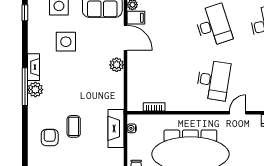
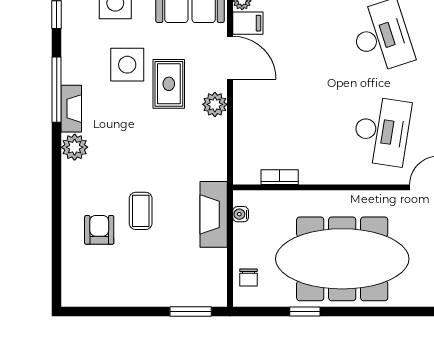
rug: (90, 53) -> (169, 84), added
window: (25, 87) -> (57, 90), moved

